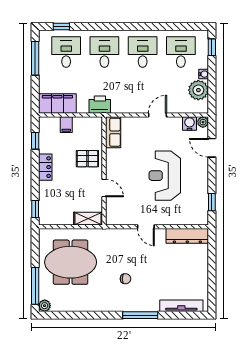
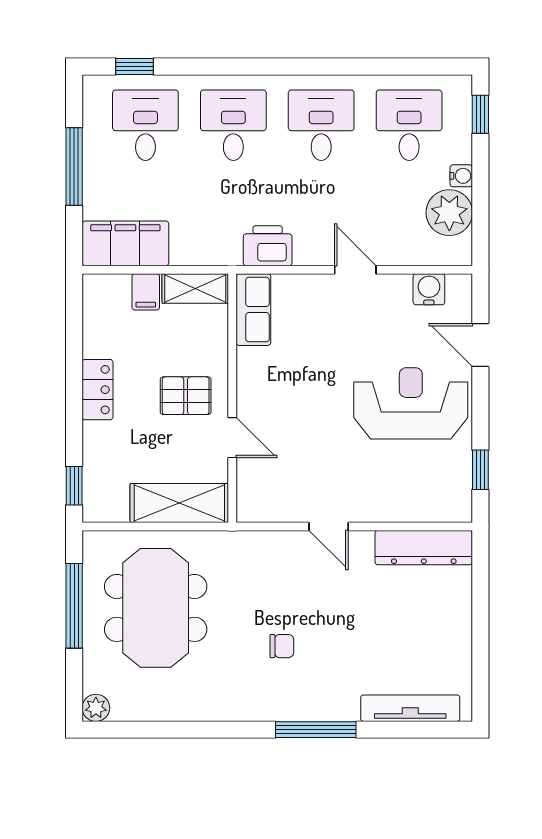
window: (35, 58) -> (74, 166), moved
printer: (100, 105) -> (268, 246), moved
door: (157, 115) -> (355, 270), hinge flipped
plant: (203, 122) -> (460, 286), removed
shelving: (88, 123) -> (195, 288), added
window: (35, 141) -> (74, 329), removed
pallet: (87, 159) -> (186, 396), moved
reception desk: (165, 176) -> (411, 403), moved, turned 90
shelving: (88, 219) -> (179, 503), width x1.50, depth x1.33
meeting table: (71, 262) -> (156, 608), turned 90
window: (35, 286) -> (74, 606), moved

